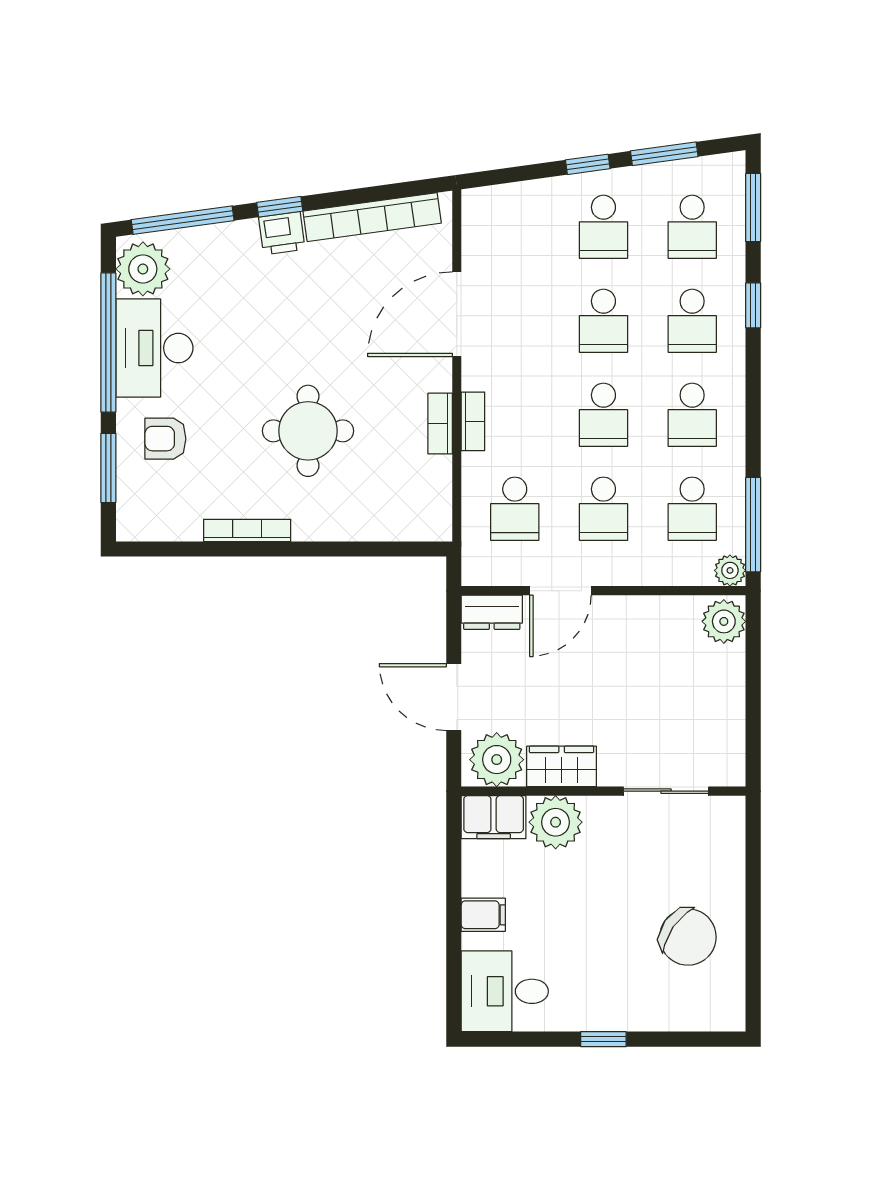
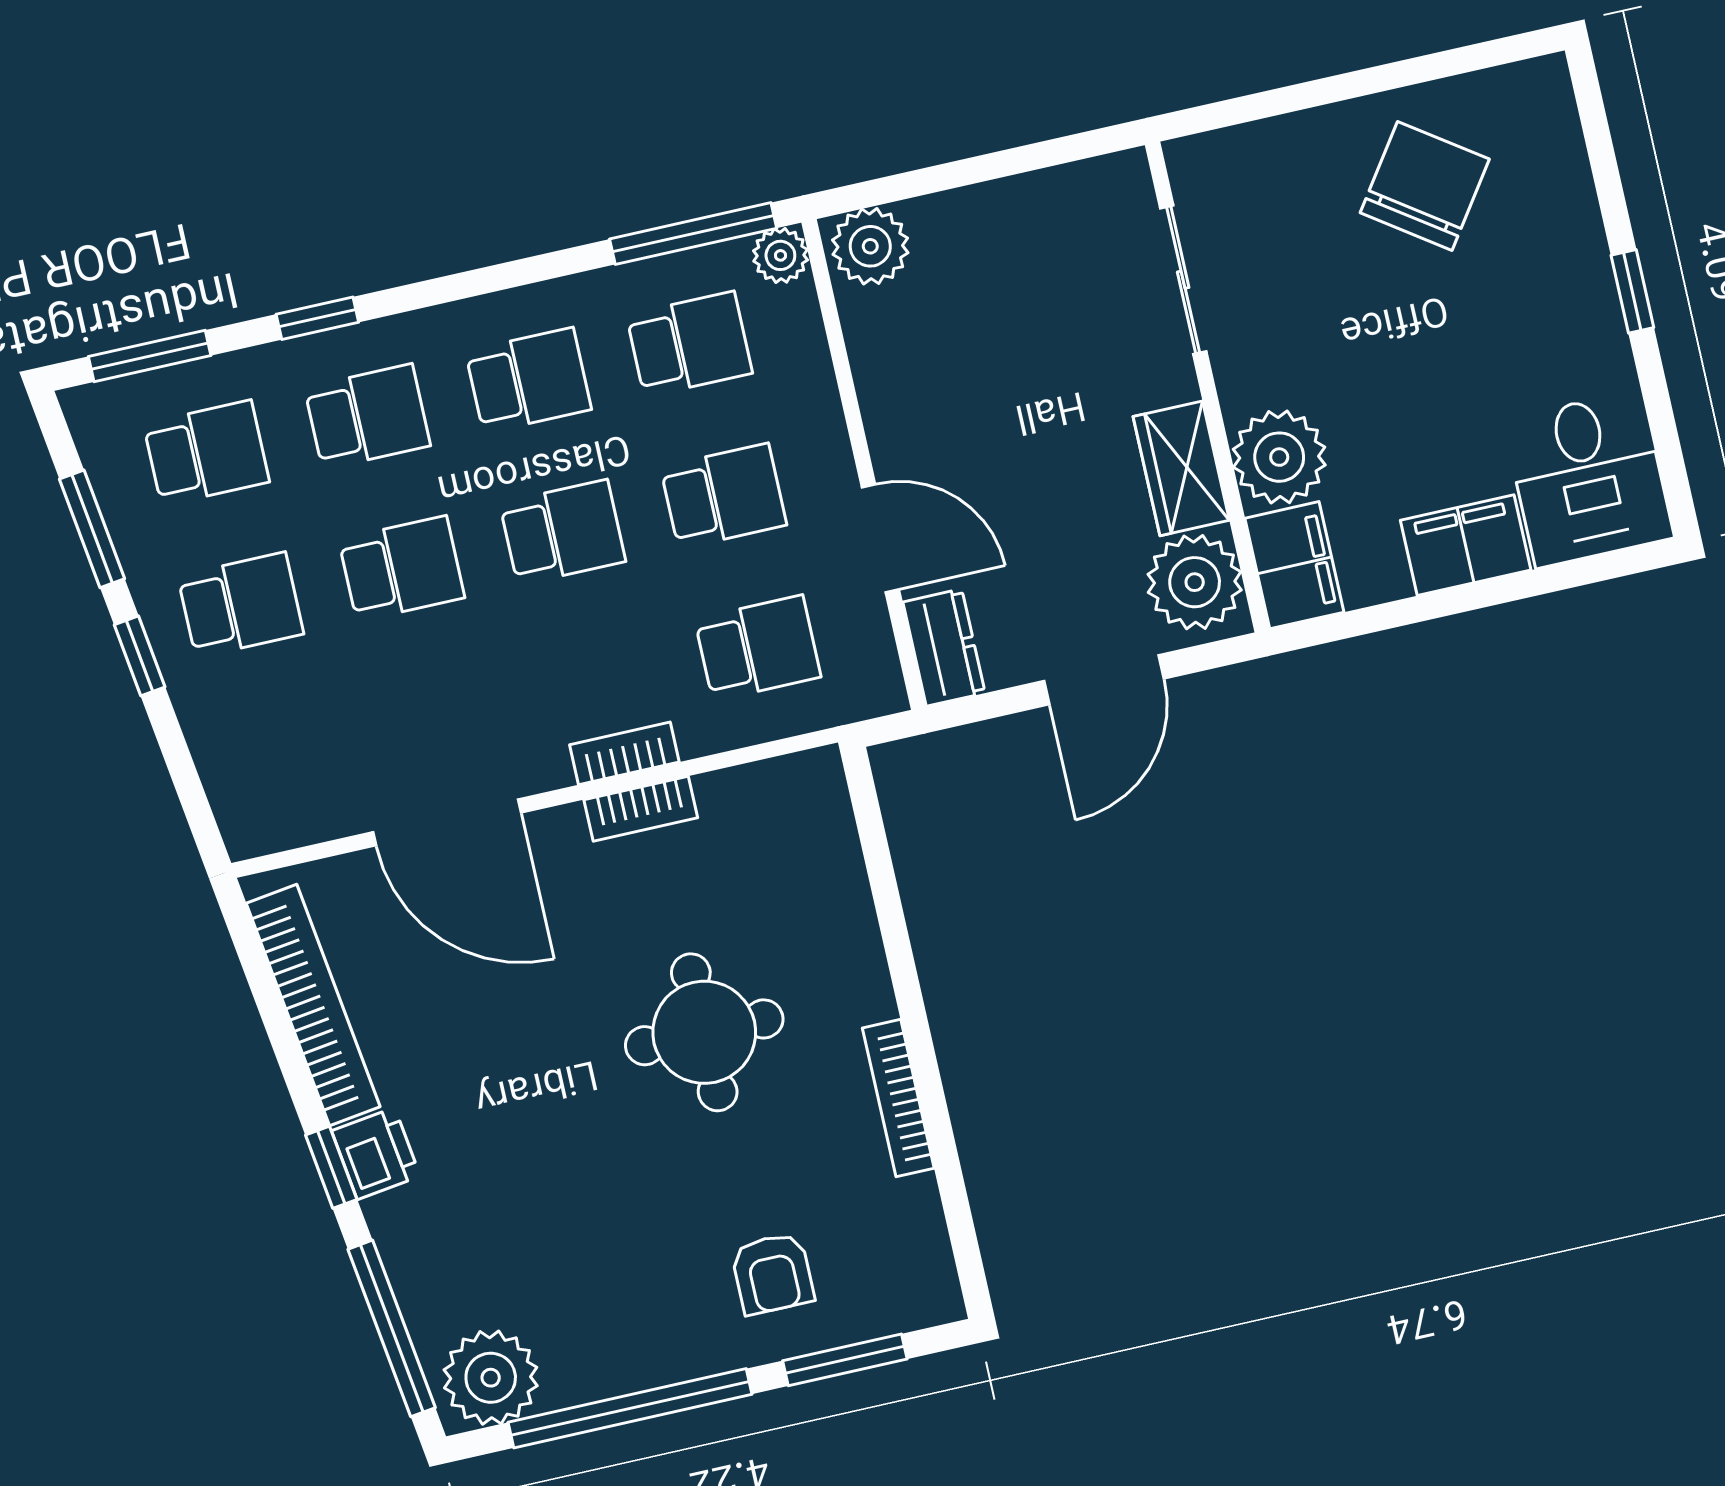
desk: (154, 348) -> (622, 1327), removed
filing cabinet: (483, 915) -> (1466, 545), width x2.00

